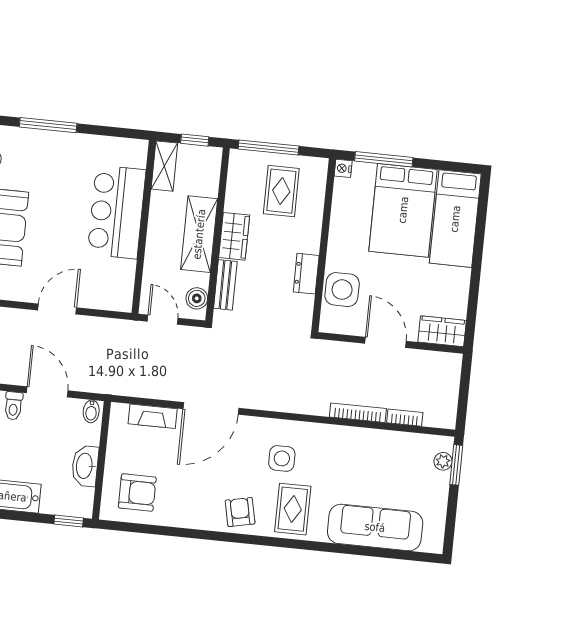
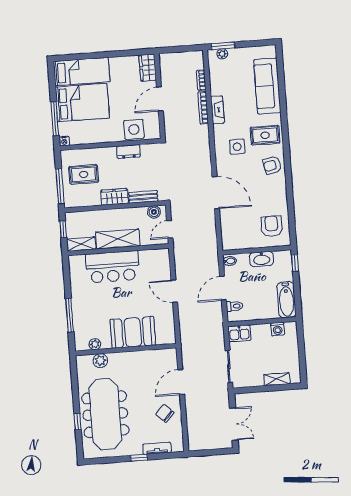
shelving: (199, 234) -> (118, 239), moved
fireplace: (153, 416) -> (217, 110), moved

